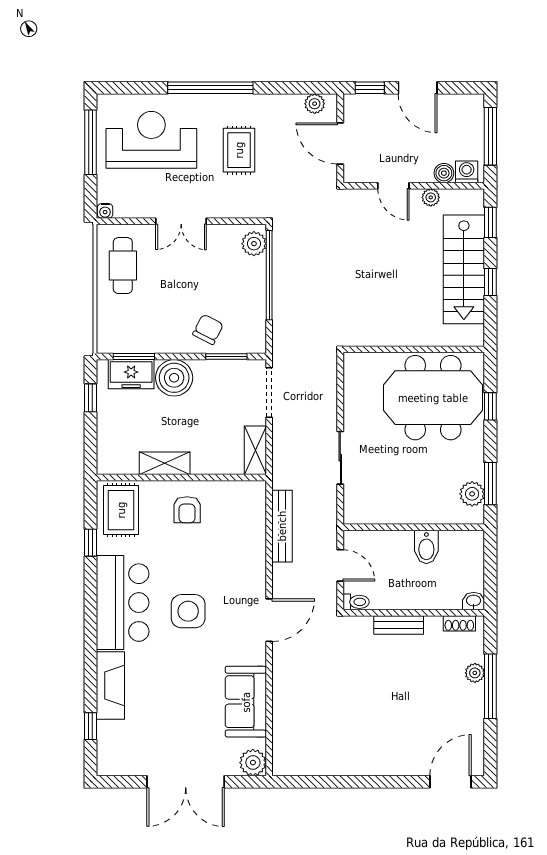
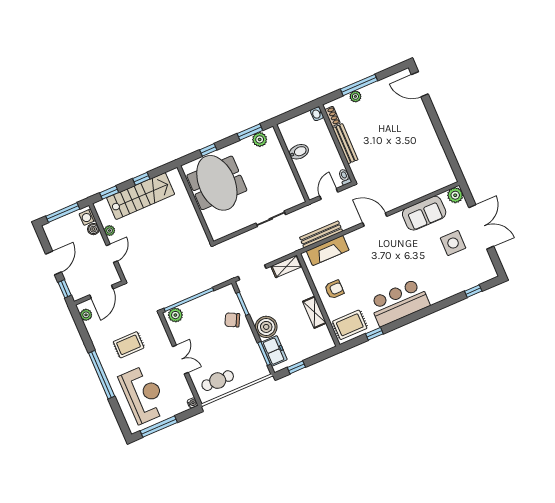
reception desk: (151, 140) -> (143, 394), turned 180
side table: (188, 611) -> (453, 243), moved
bench: (399, 625) -> (345, 144), width x1.36
fireplace: (110, 685) -> (328, 251), moved, turned 180

